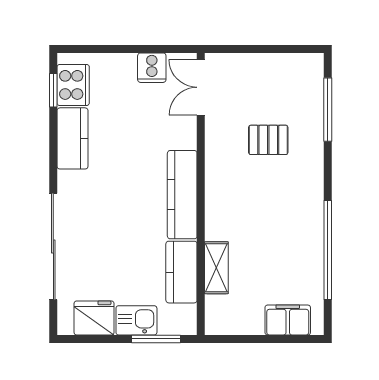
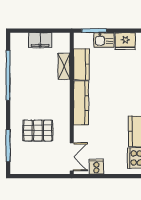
pallet: (268, 140) -> (38, 131), width x1.50, depth x1.42
filing cabinet: (288, 320) -> (40, 40), moved

